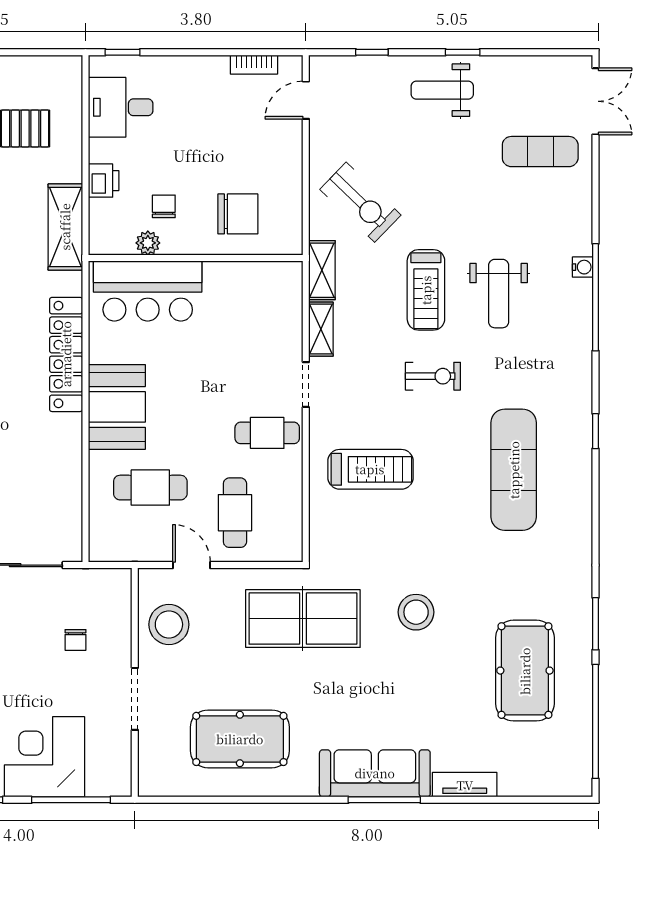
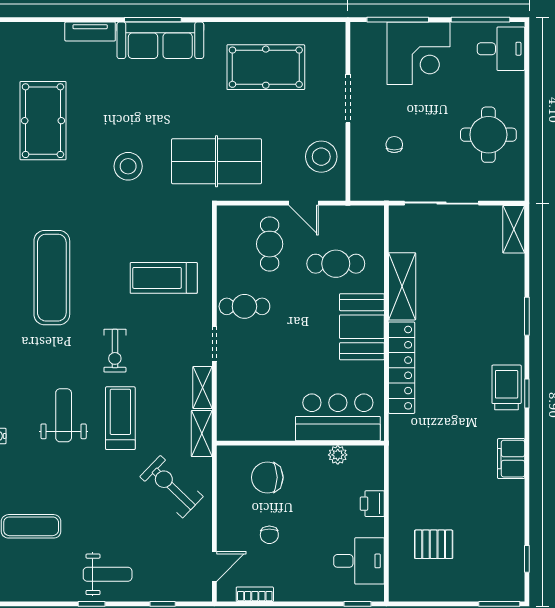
chair: (164, 206) -> (269, 535), moved
shelving: (65, 227) -> (402, 286), moved
exercise bike: (433, 376) -> (115, 351), turned -90

